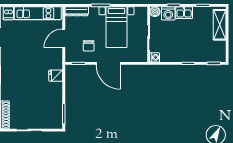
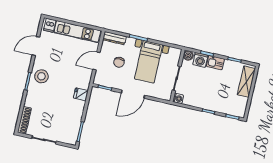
chair: (89, 46) -> (119, 62), moved
door: (108, 63) -> (133, 94), hinge flipped
stool: (12, 67) -> (41, 76), added

